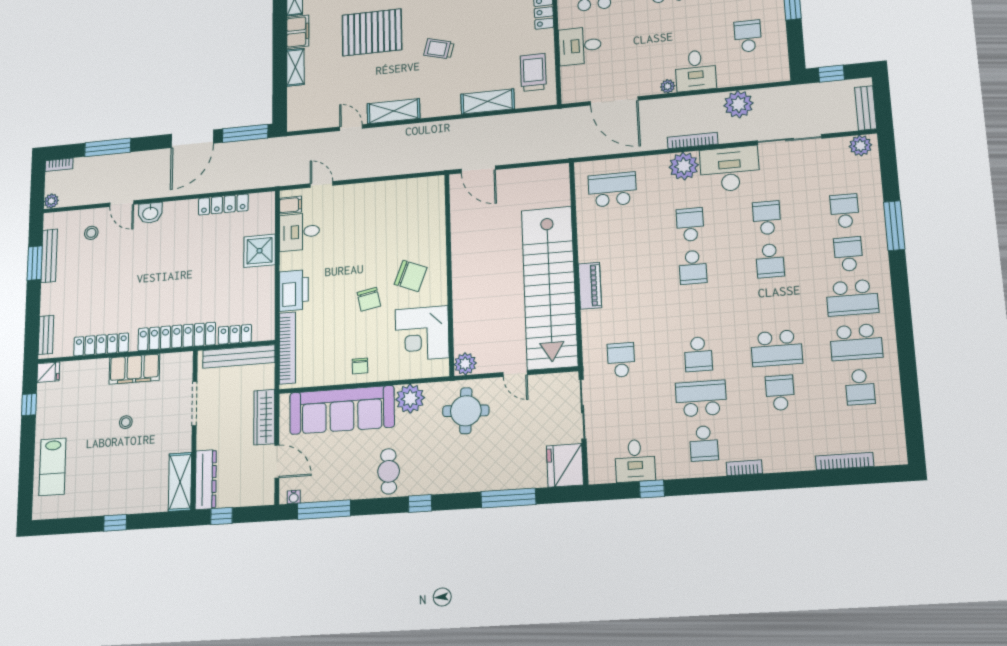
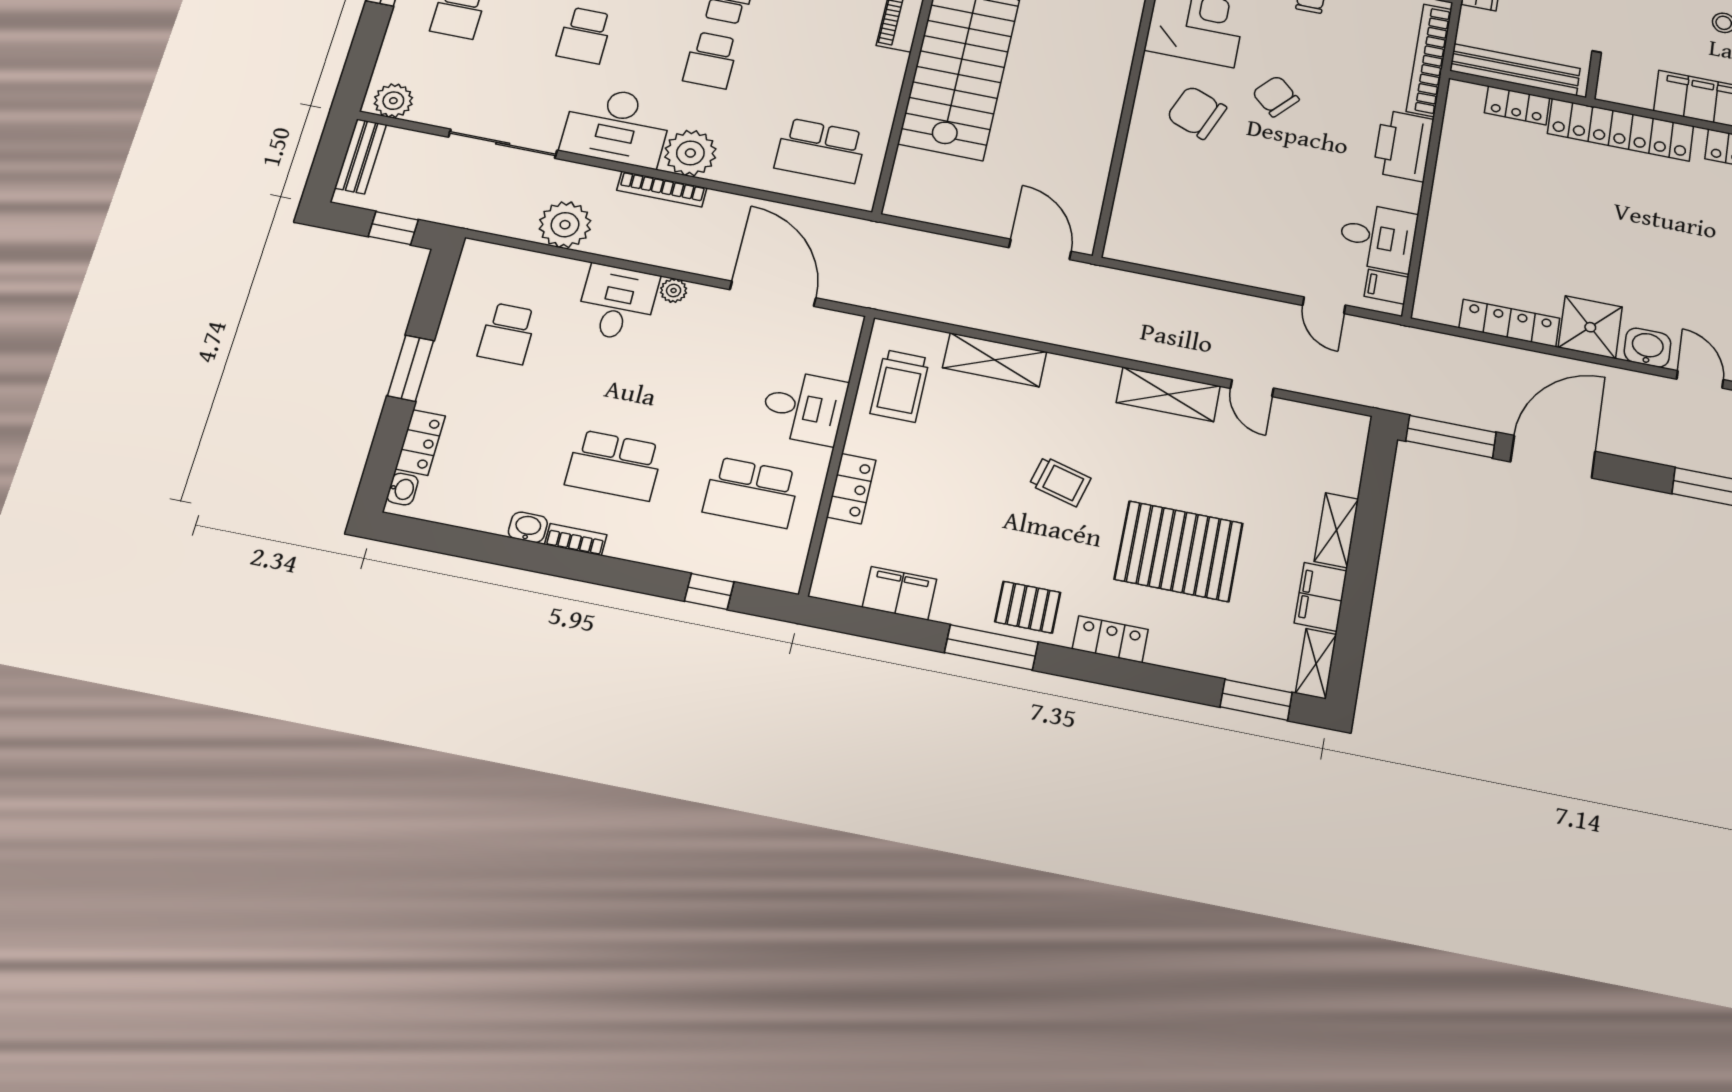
shower: (260, 251) -> (1590, 327), moved
chair: (369, 299) -> (1276, 96), turned -37

